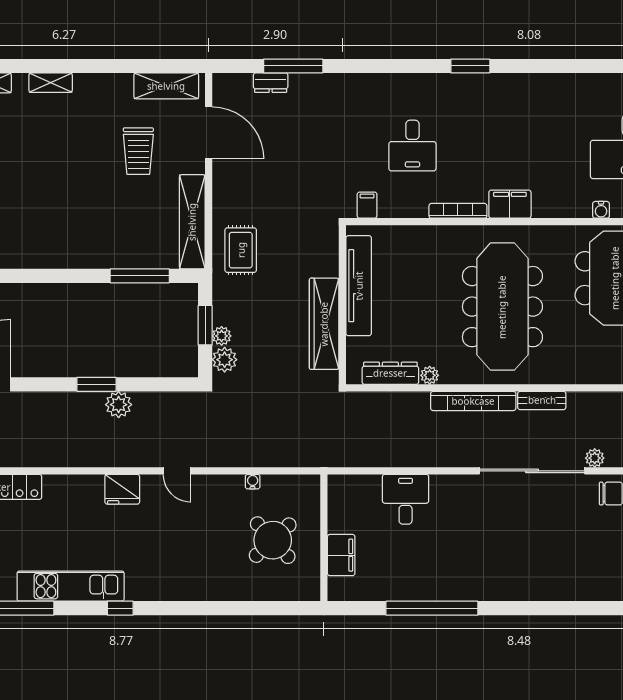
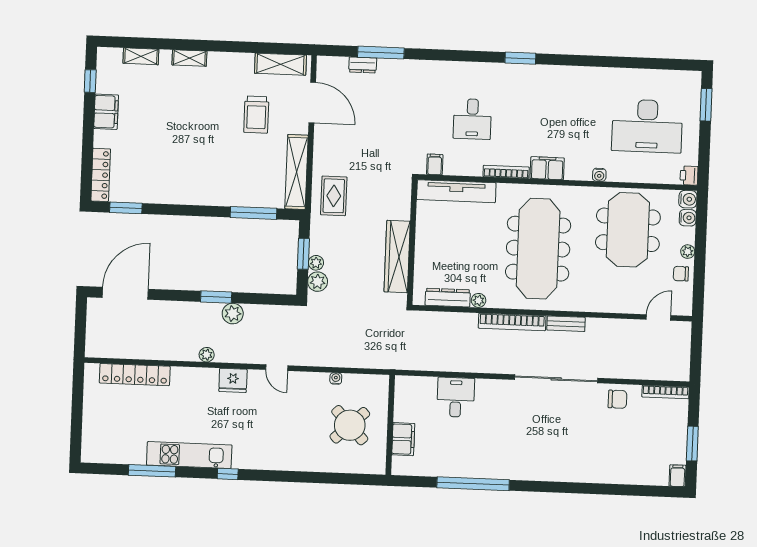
water cooler: (601, 210) -> (599, 175), moved
tv unit: (359, 286) -> (456, 191), moved, turned 90
plant: (595, 458) -> (207, 355), moved

